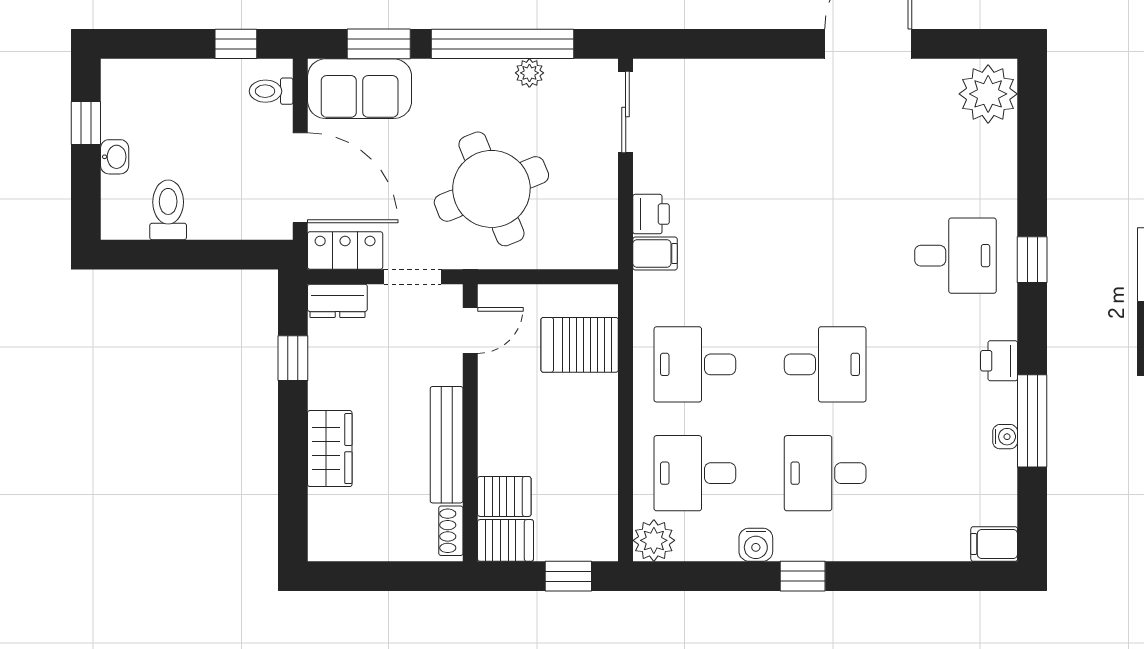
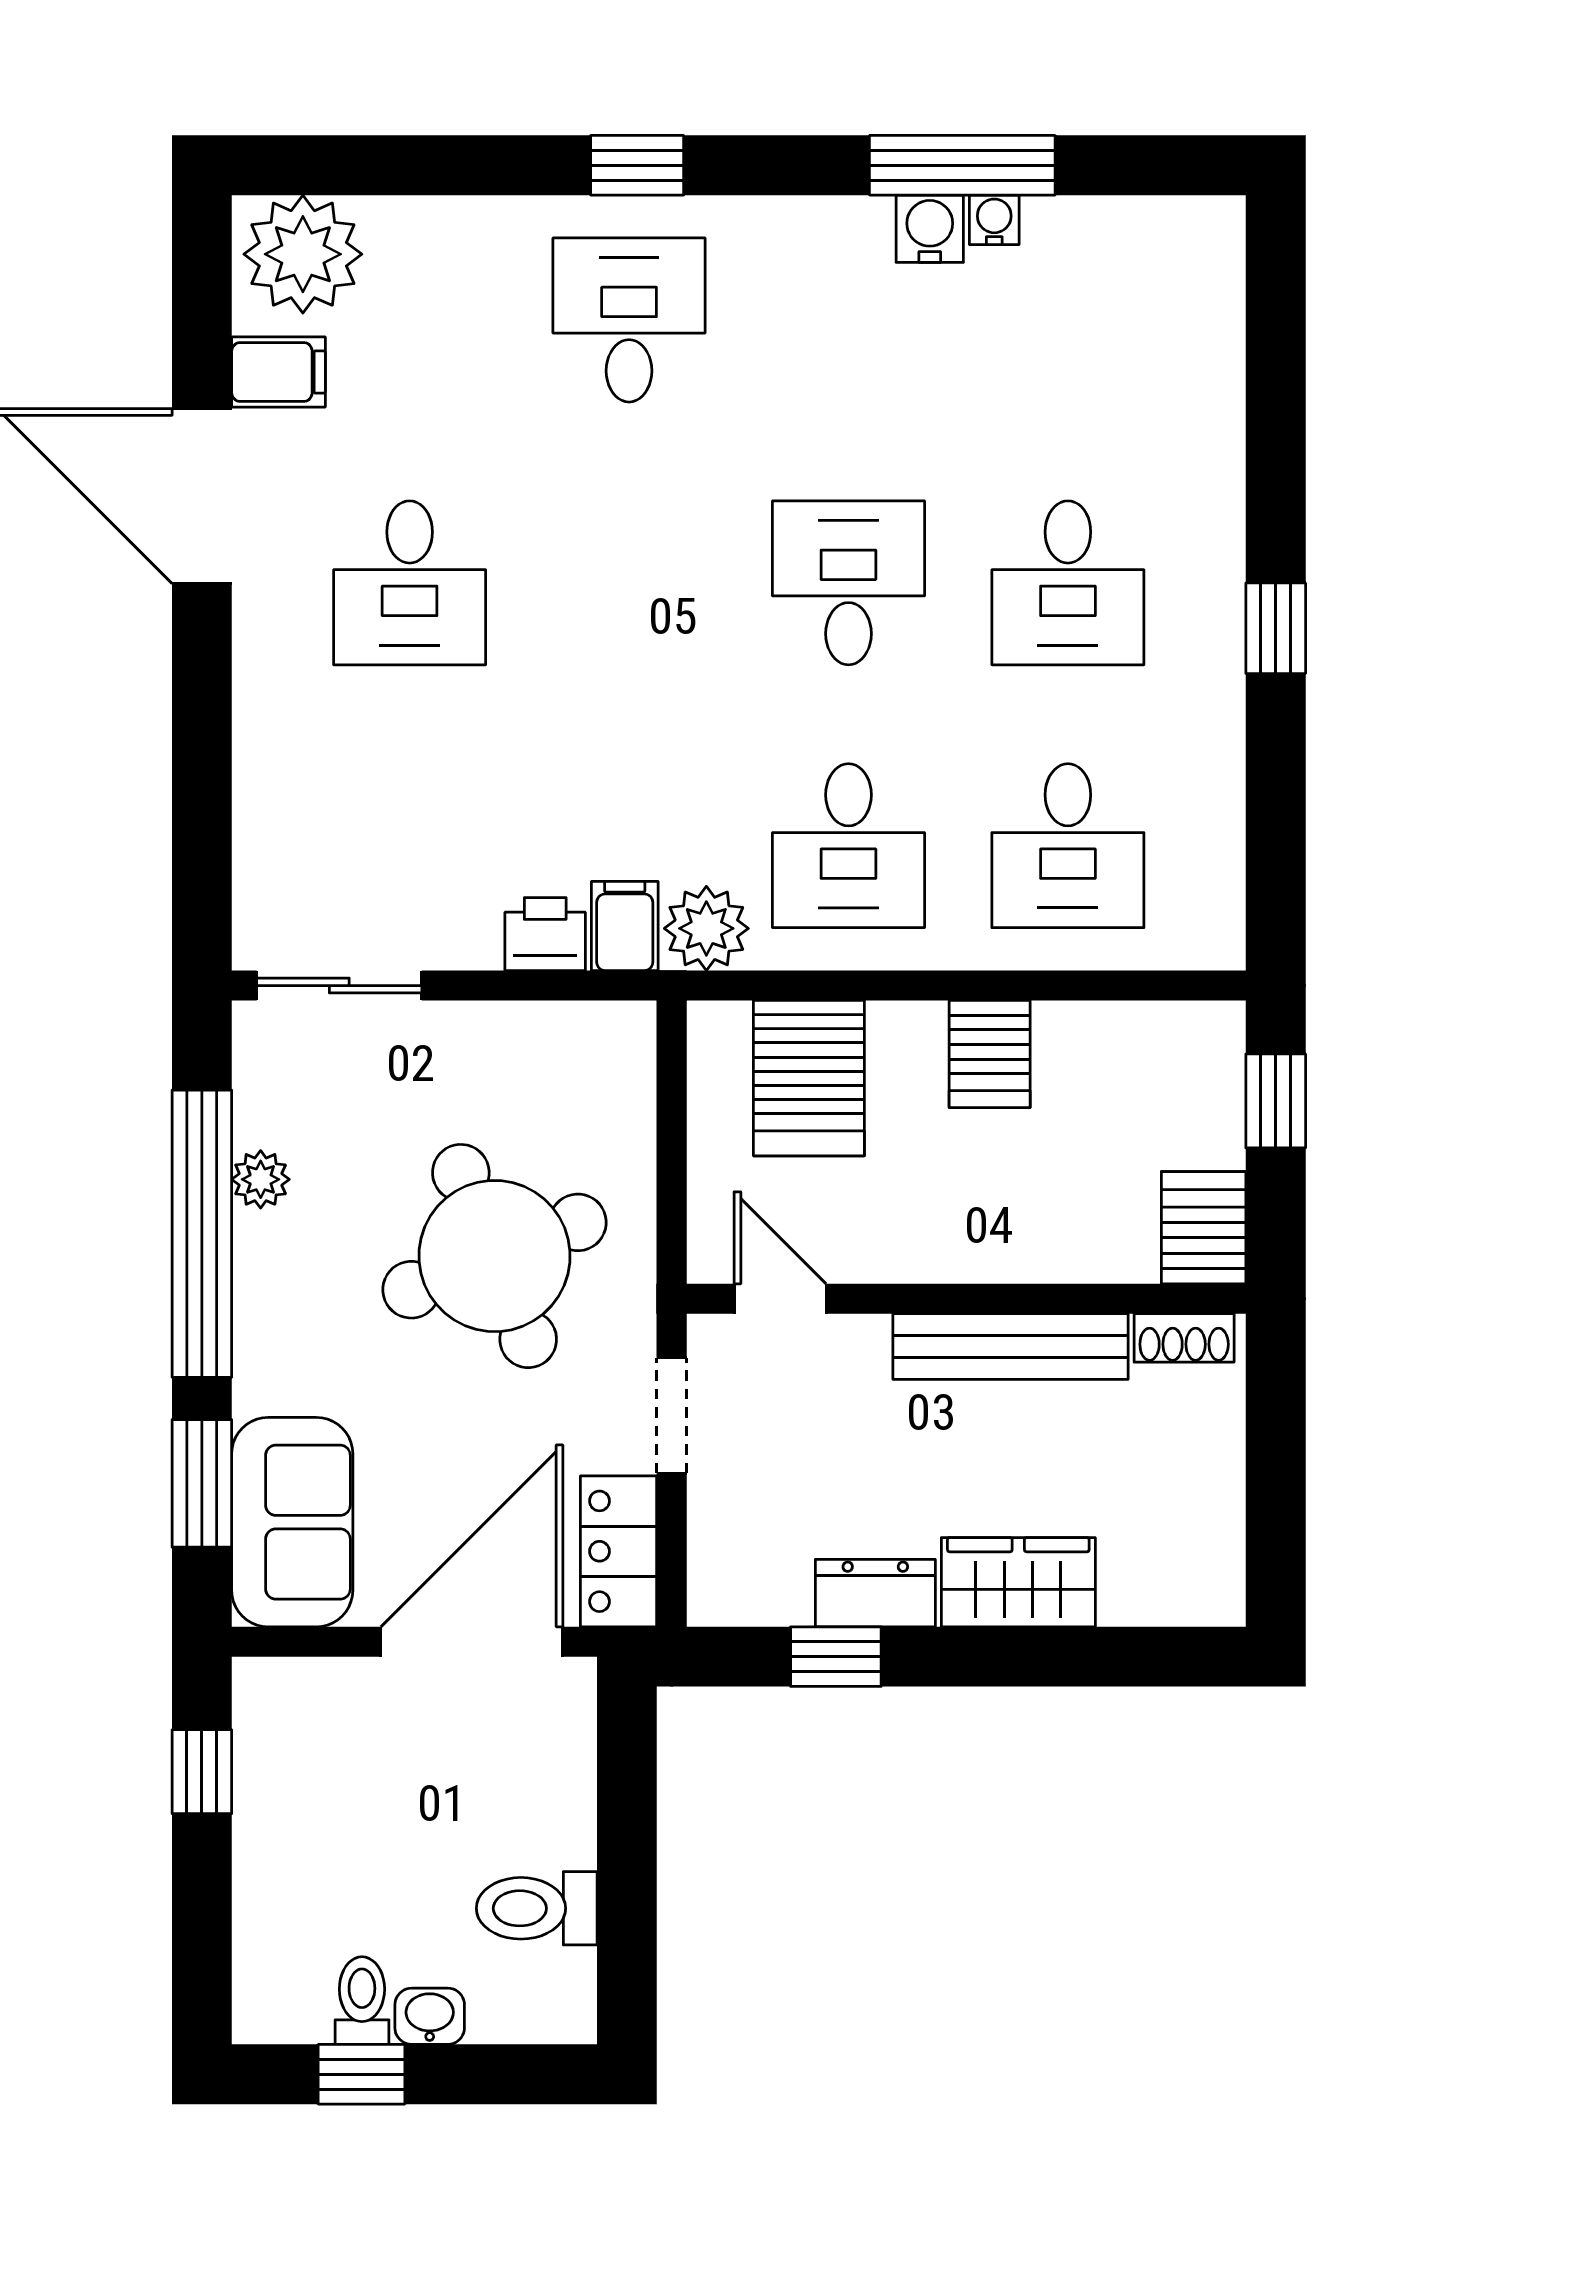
toilet: (271, 91) -> (362, 2001), moved, turned 180
desk: (825, 147) -> (410, 583), added
dresser: (337, 301) -> (875, 1593), moved, turned -90
printer: (999, 361) -> (841, 232), removed
server rack: (504, 496) -> (990, 1054), moved, turned 180
plant: (654, 540) -> (706, 928), moved
filing cabinet: (994, 544) -> (278, 372), moved, turned -90
water cooler: (756, 545) -> (930, 229), moved, turned -90

